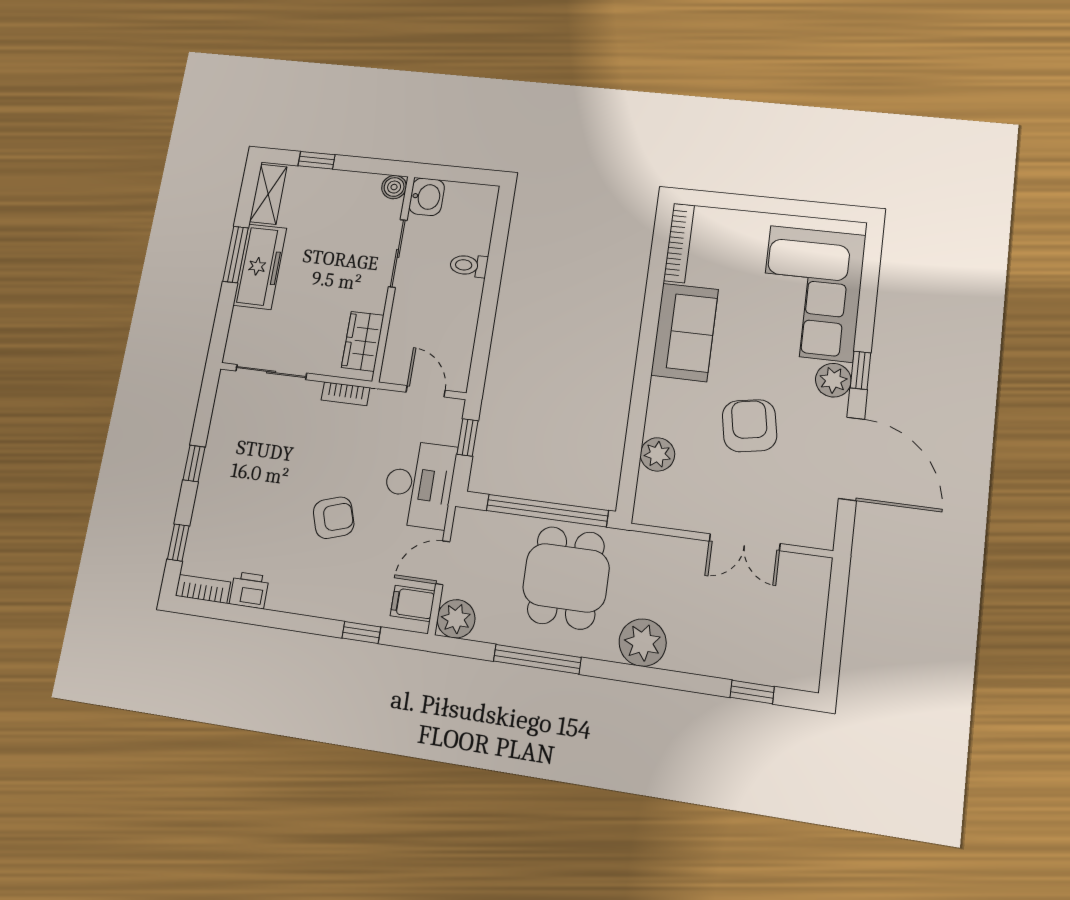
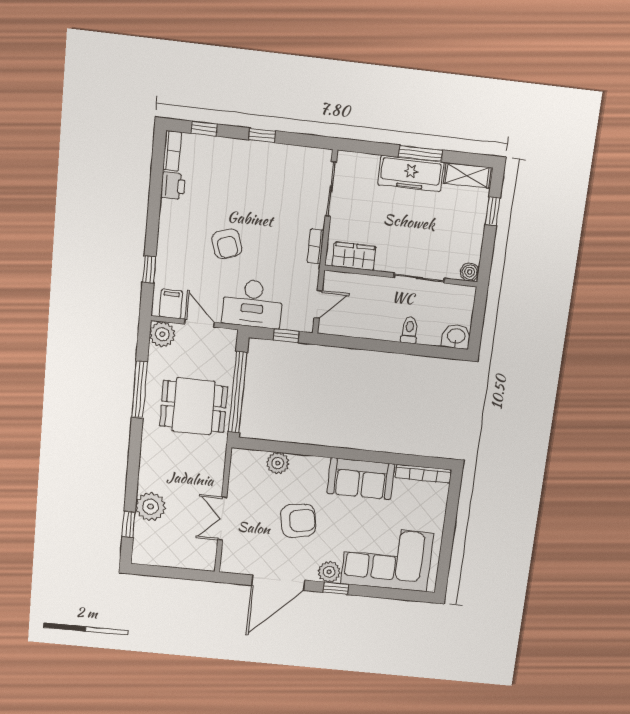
washbasin: (427, 197) -> (456, 337), moved, turned 180
plant: (643, 643) -> (151, 507), moved

